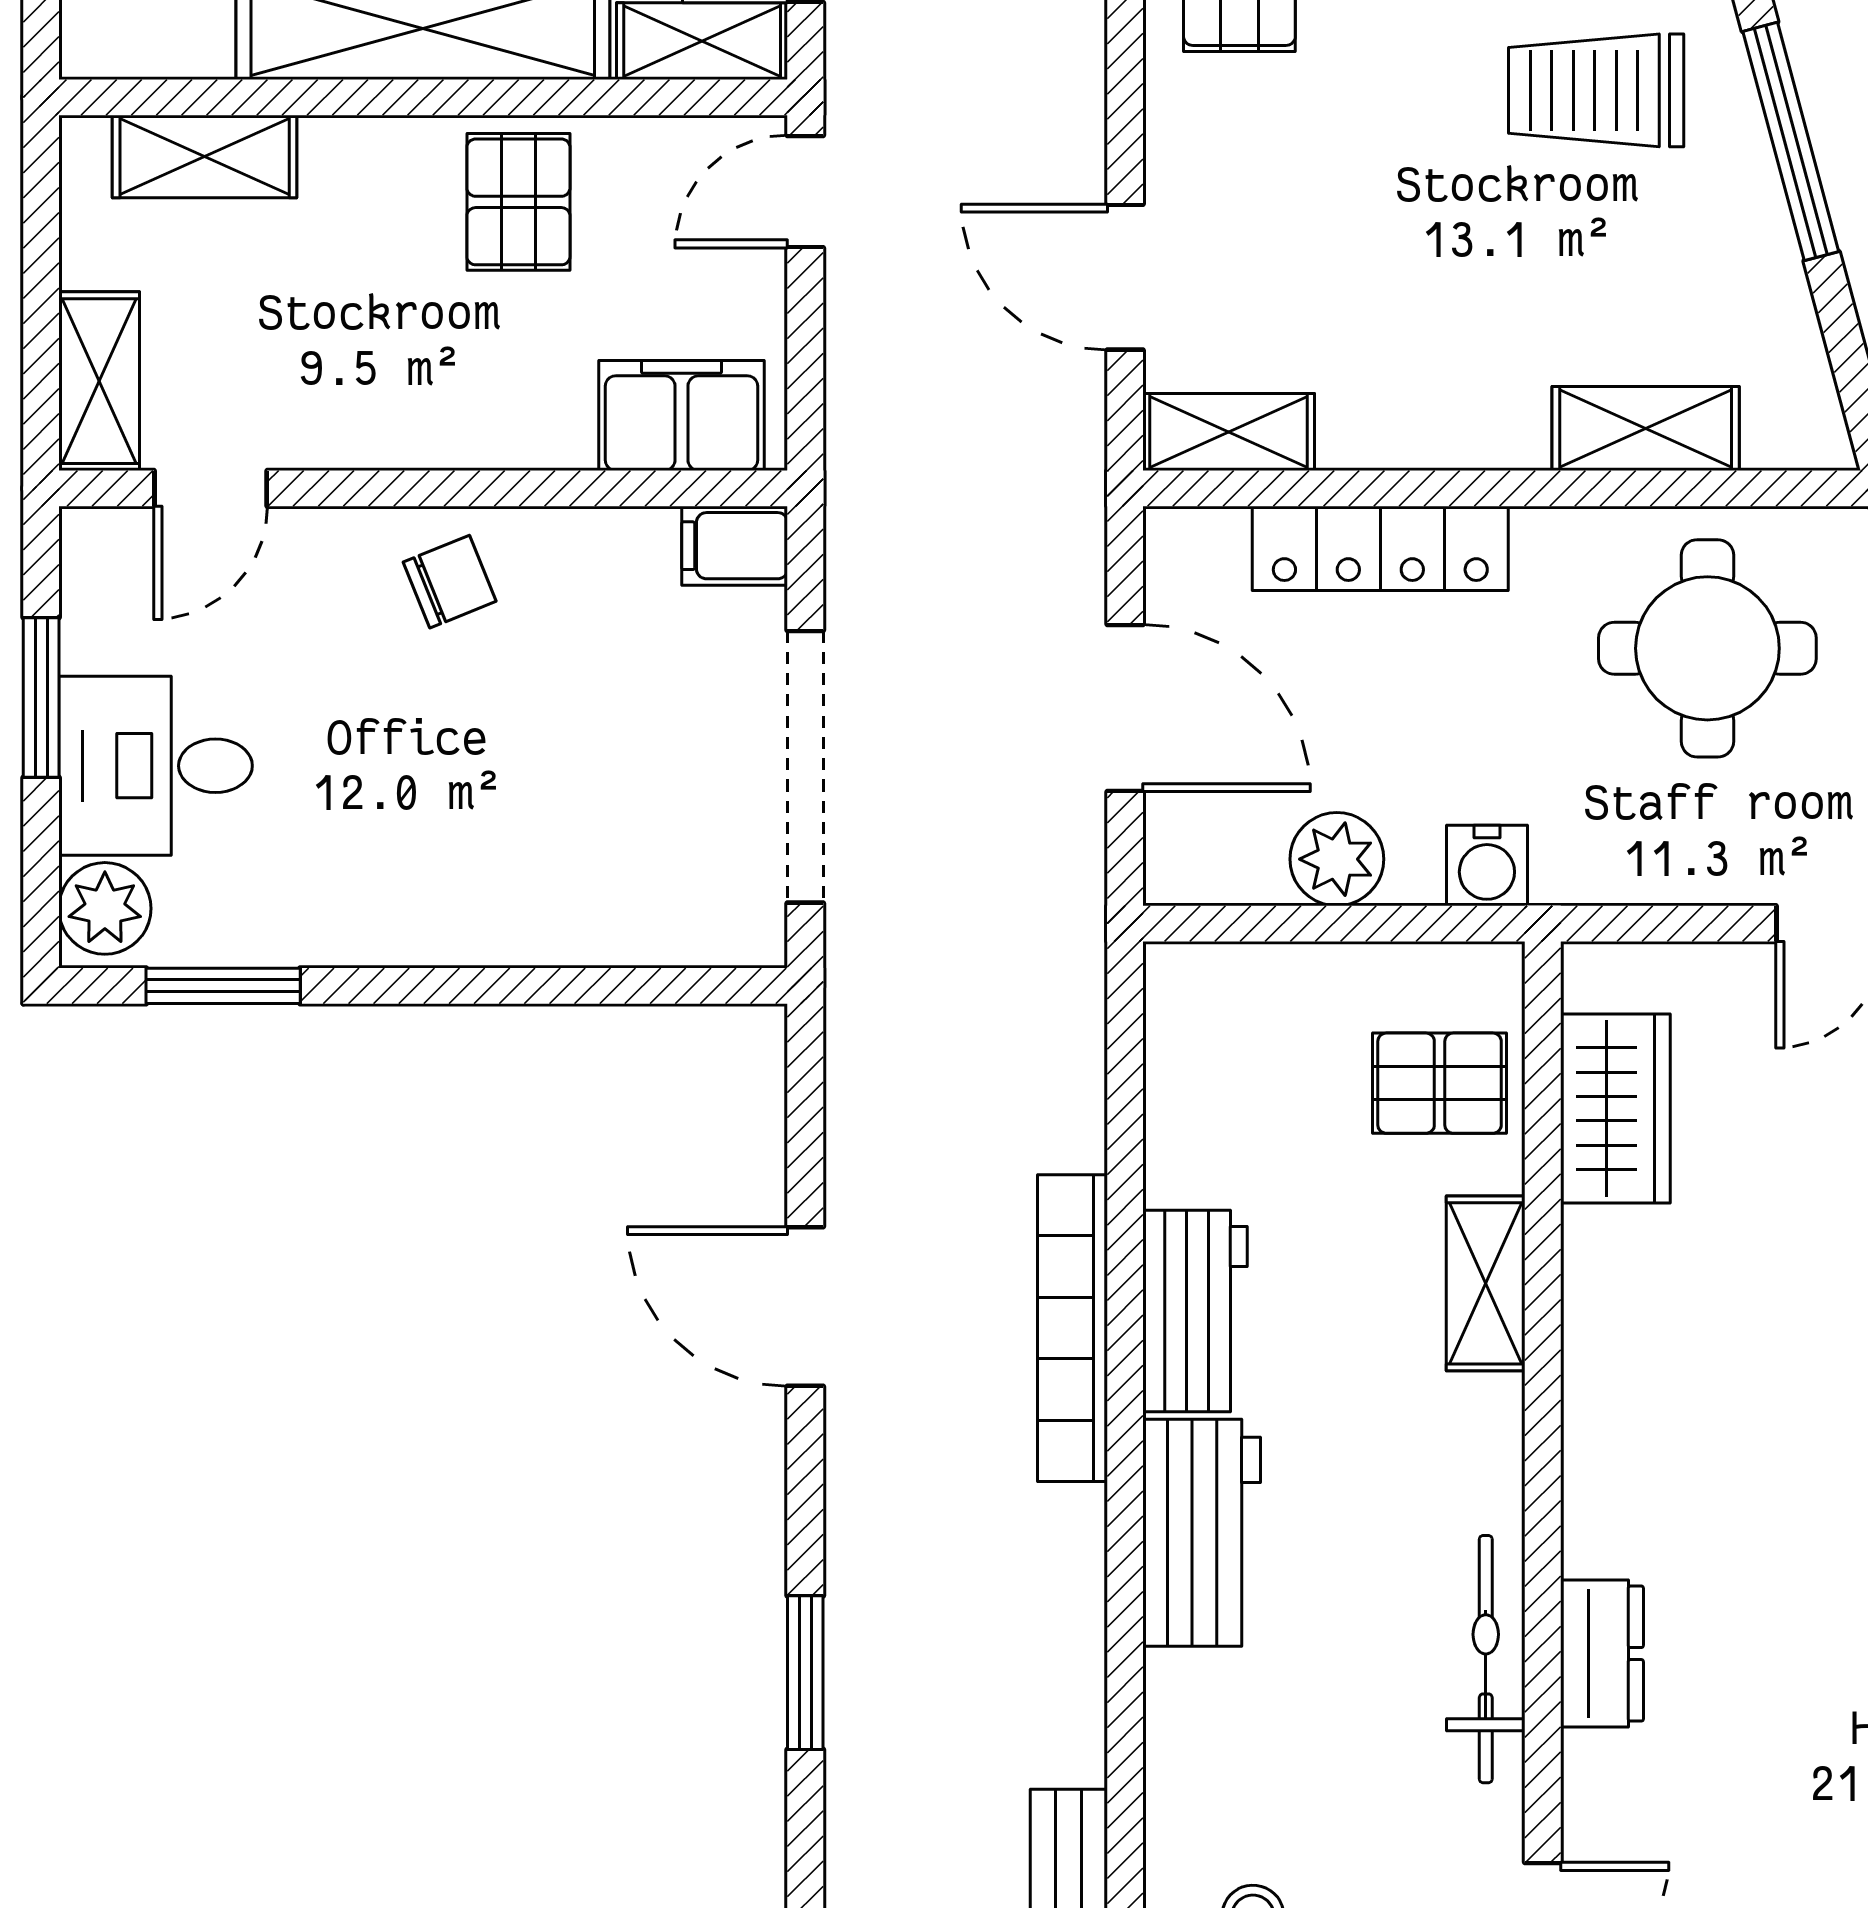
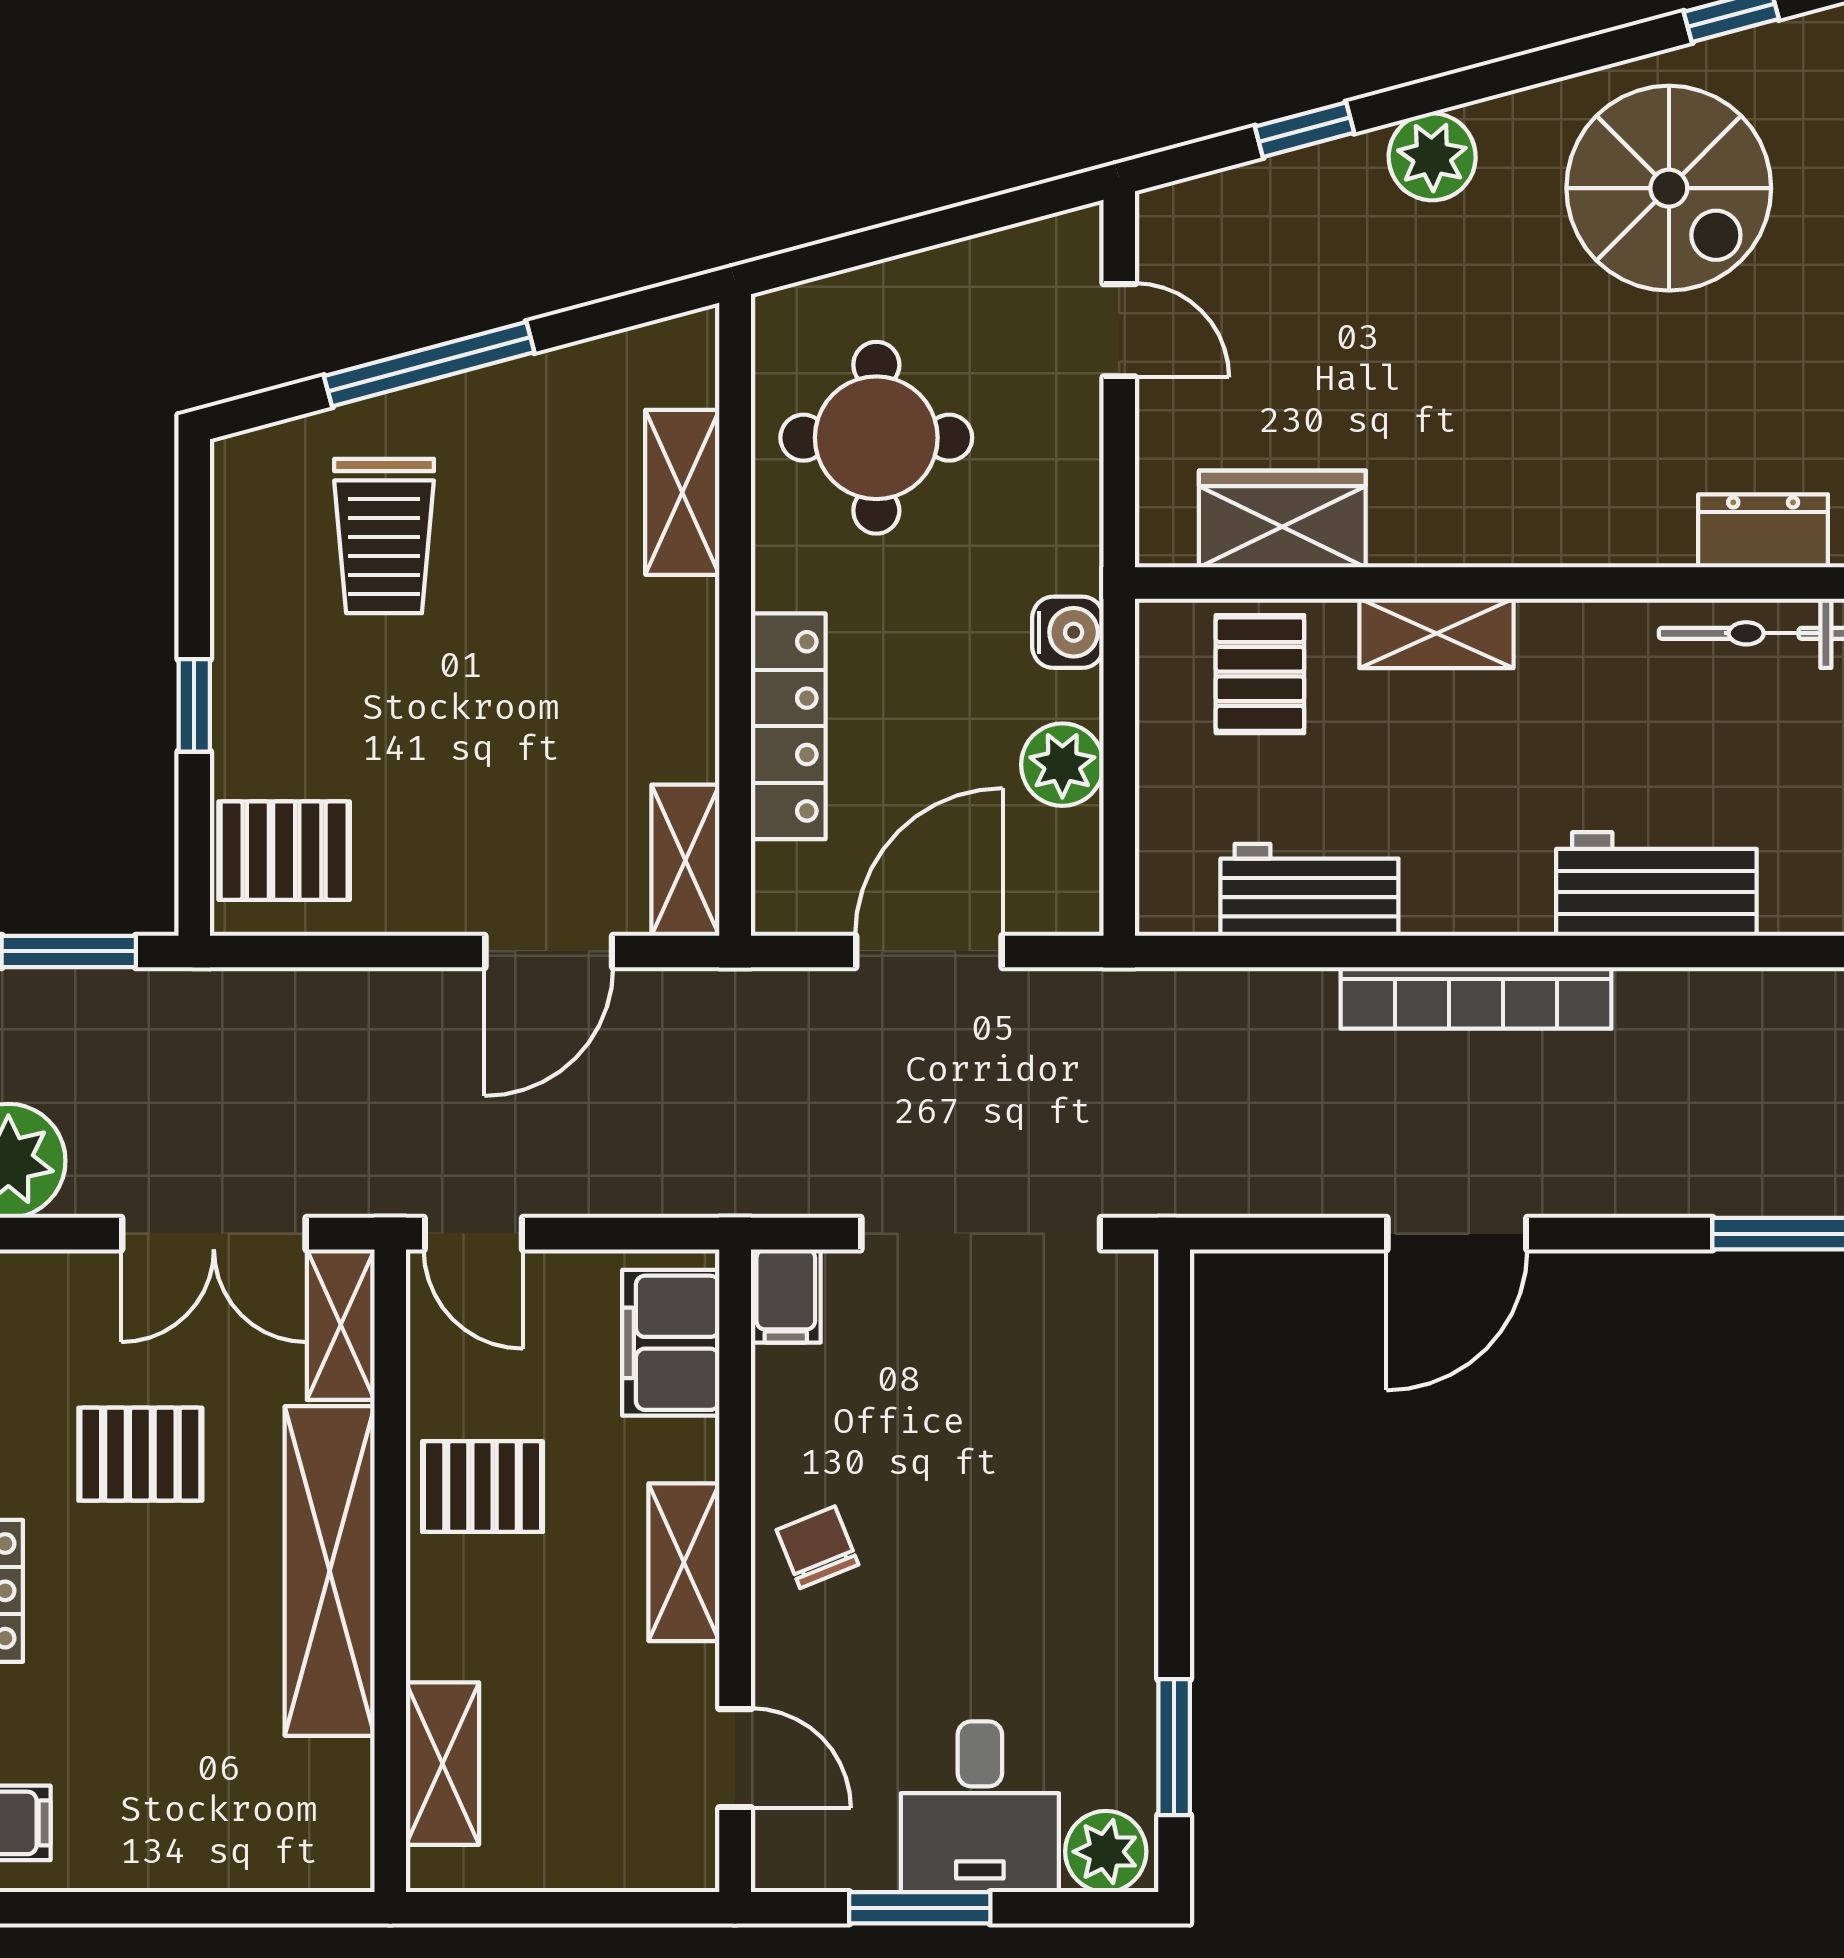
shelving: (99, 381) -> (684, 1562), moved, turned 90
workbench: (1195, 1311) -> (1309, 890), moved

